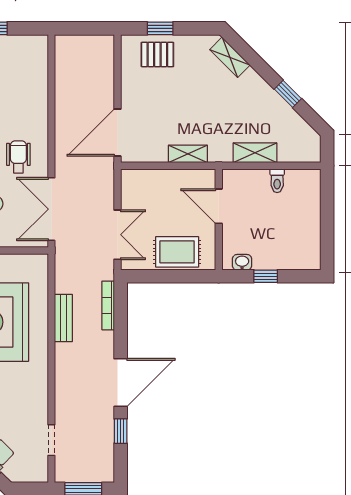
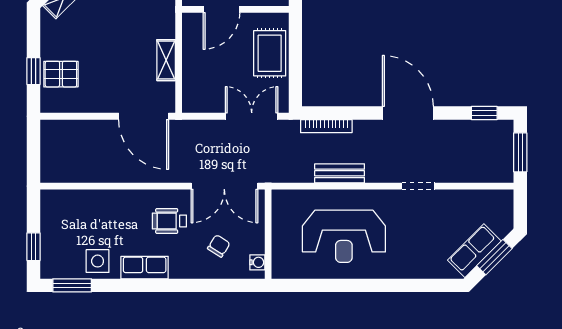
pallet: (157, 54) -> (61, 74), turned 90
shelving: (188, 154) -> (166, 60), moved
window: (121, 431) -> (484, 113), moved
doorway: (51, 440) -> (418, 186), moved

